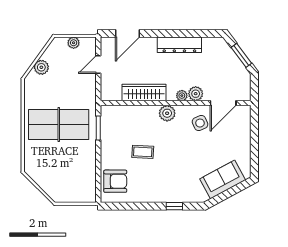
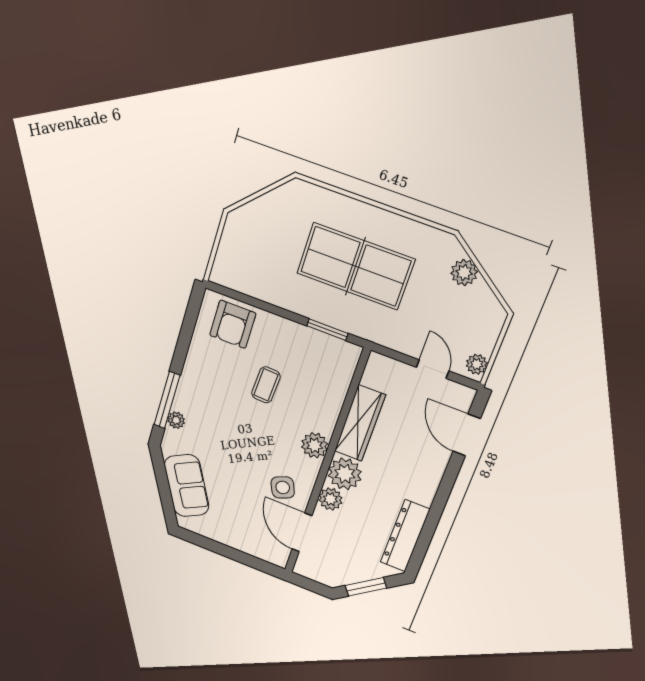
plant: (74, 43) -> (477, 364), moved
dresser: (179, 45) -> (405, 536), moved
plant: (182, 96) -> (345, 474), width x1.87, depth x1.87
table tennis table: (59, 124) -> (356, 266), turned 90
plant: (184, 197) -> (176, 420), added
window: (174, 206) -> (167, 400), width x2.17

